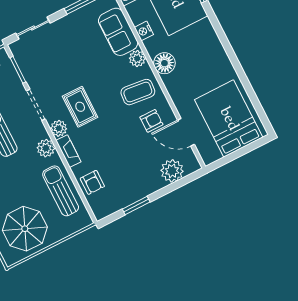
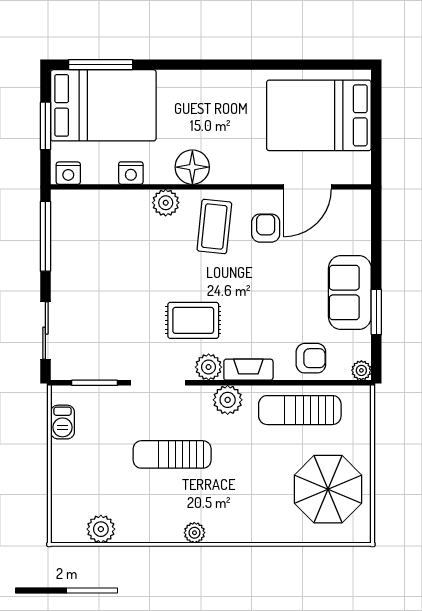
sofa: (118, 32) -> (350, 293), moved, turned 90
plant: (172, 171) -> (361, 370), moved, width x0.53, depth x0.53

